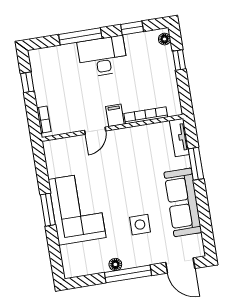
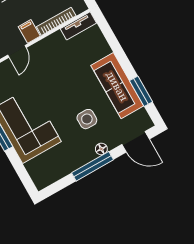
tv unit: (179, 137) -> (78, 26), moved, turned -90
window: (196, 164) -> (141, 91), moved
floor lamp: (115, 264) -> (101, 149), moved

